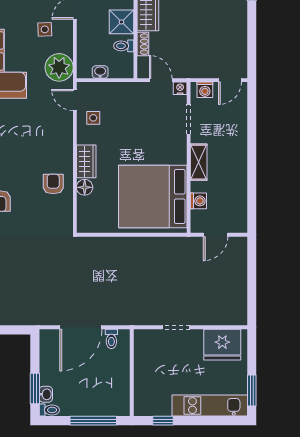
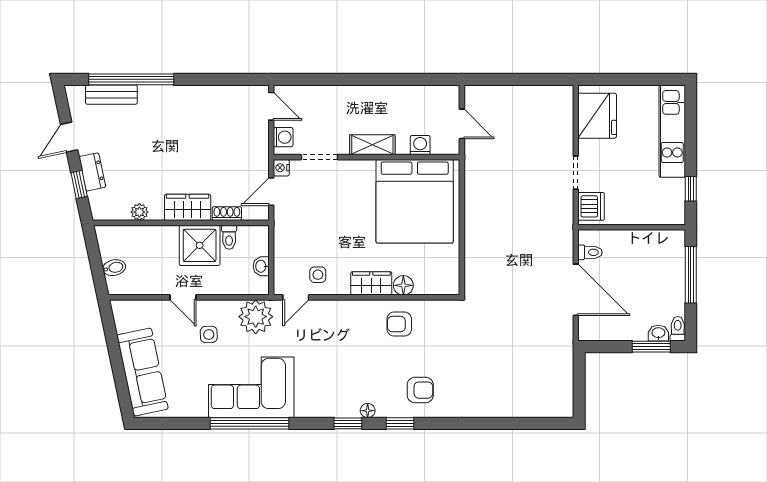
shower: (121, 22) -> (200, 245), width x1.36, depth x1.36
dishwasher: (149, 340) -> (591, 206), added
window: (252, 391) -> (654, 79), removed

